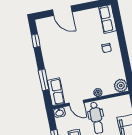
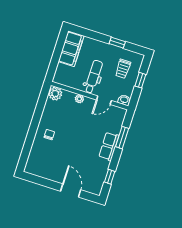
row of seats: (108, 19) -> (34, 160), removed
row of seats: (56, 92) -> (109, 146), moved
door: (76, 103) -> (104, 100), swing flipped

